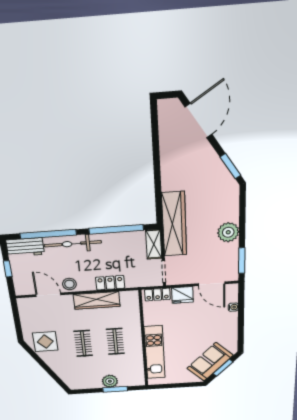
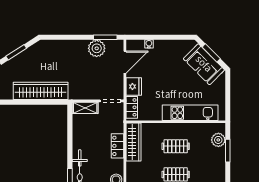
window: (230, 166) -> (16, 52), moved
wardrobe: (174, 224) -> (41, 91), moved
window: (116, 229) -> (70, 137), removed
plant: (228, 232) -> (97, 48), moved
wardrobe: (97, 300) -> (133, 142), moved
plant: (110, 381) -> (218, 140), moved

